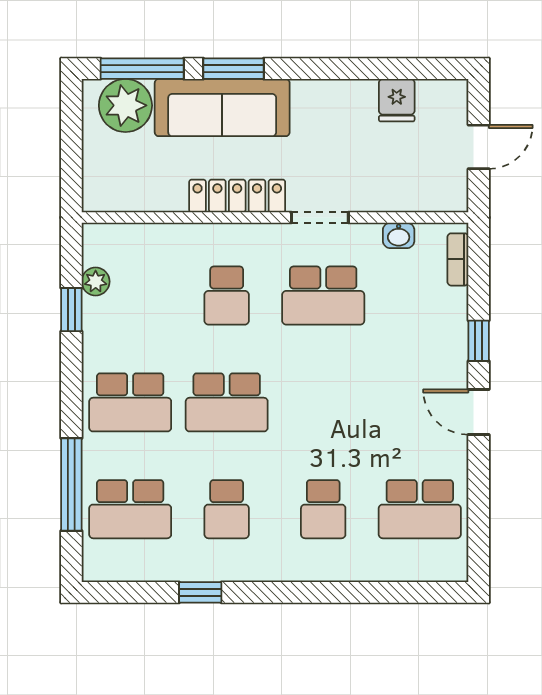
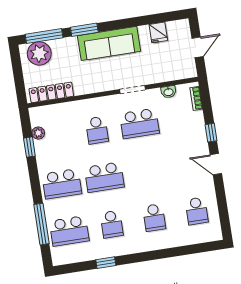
sofa: (222, 108) -> (109, 43), moved
locker: (237, 196) -> (51, 92), moved
school desk: (420, 509) -> (197, 211), width x0.54

